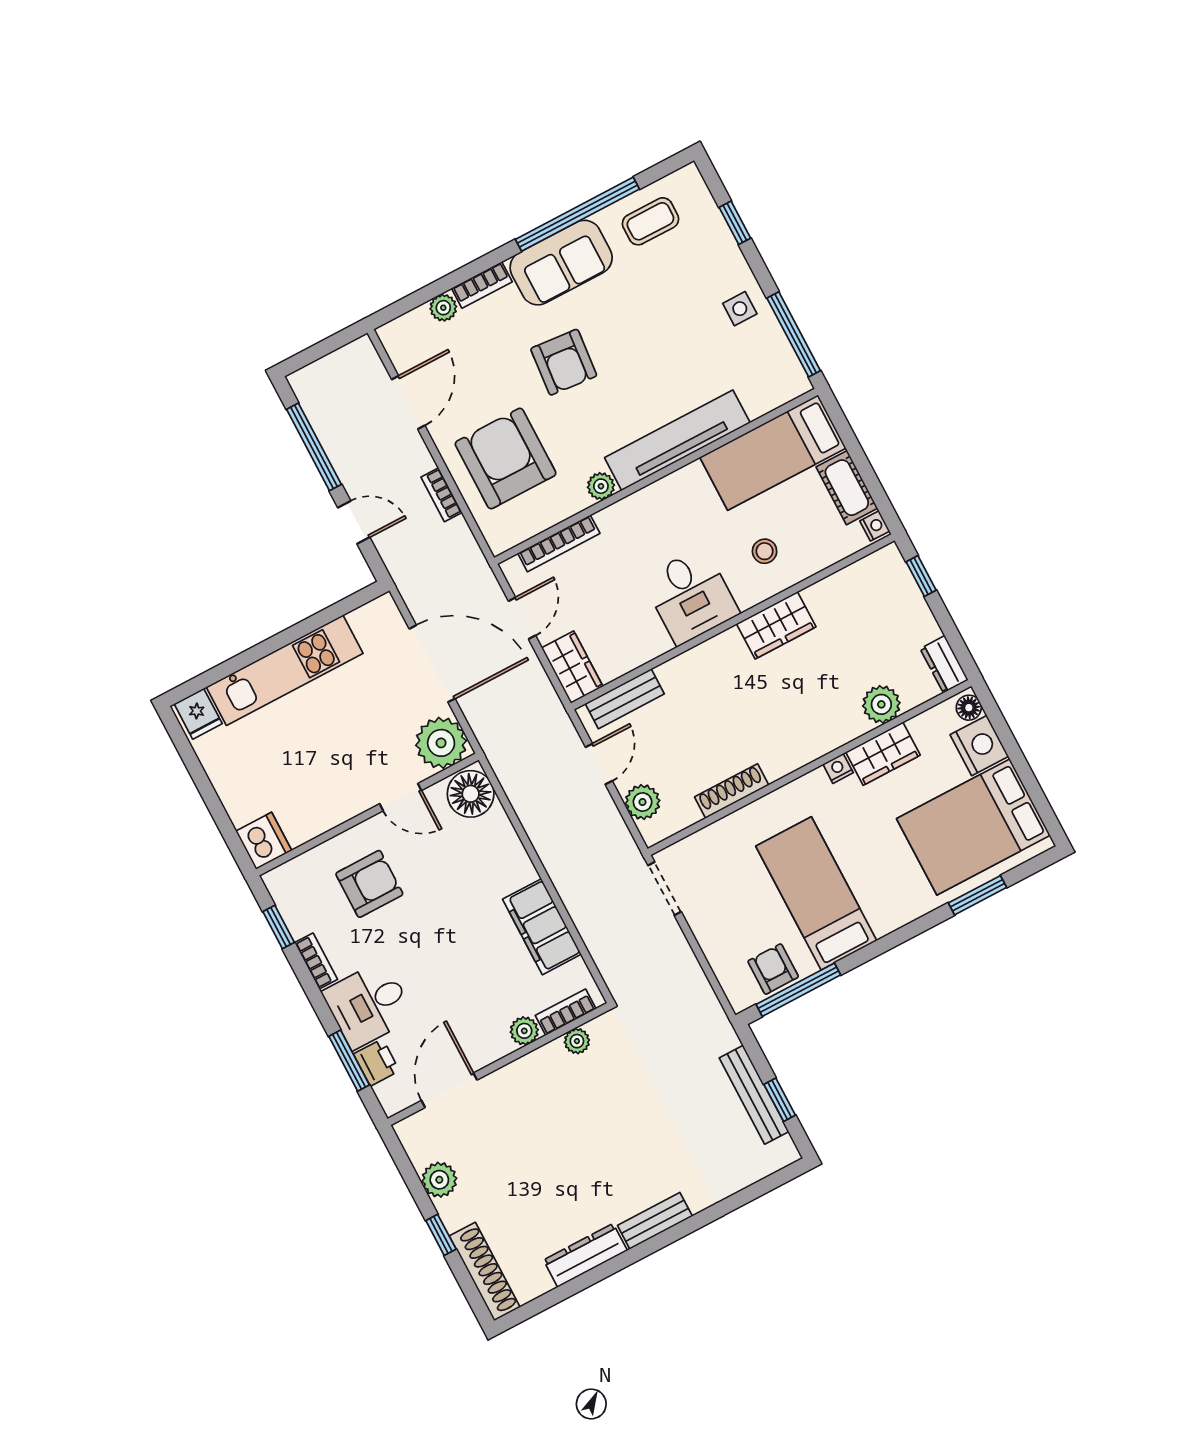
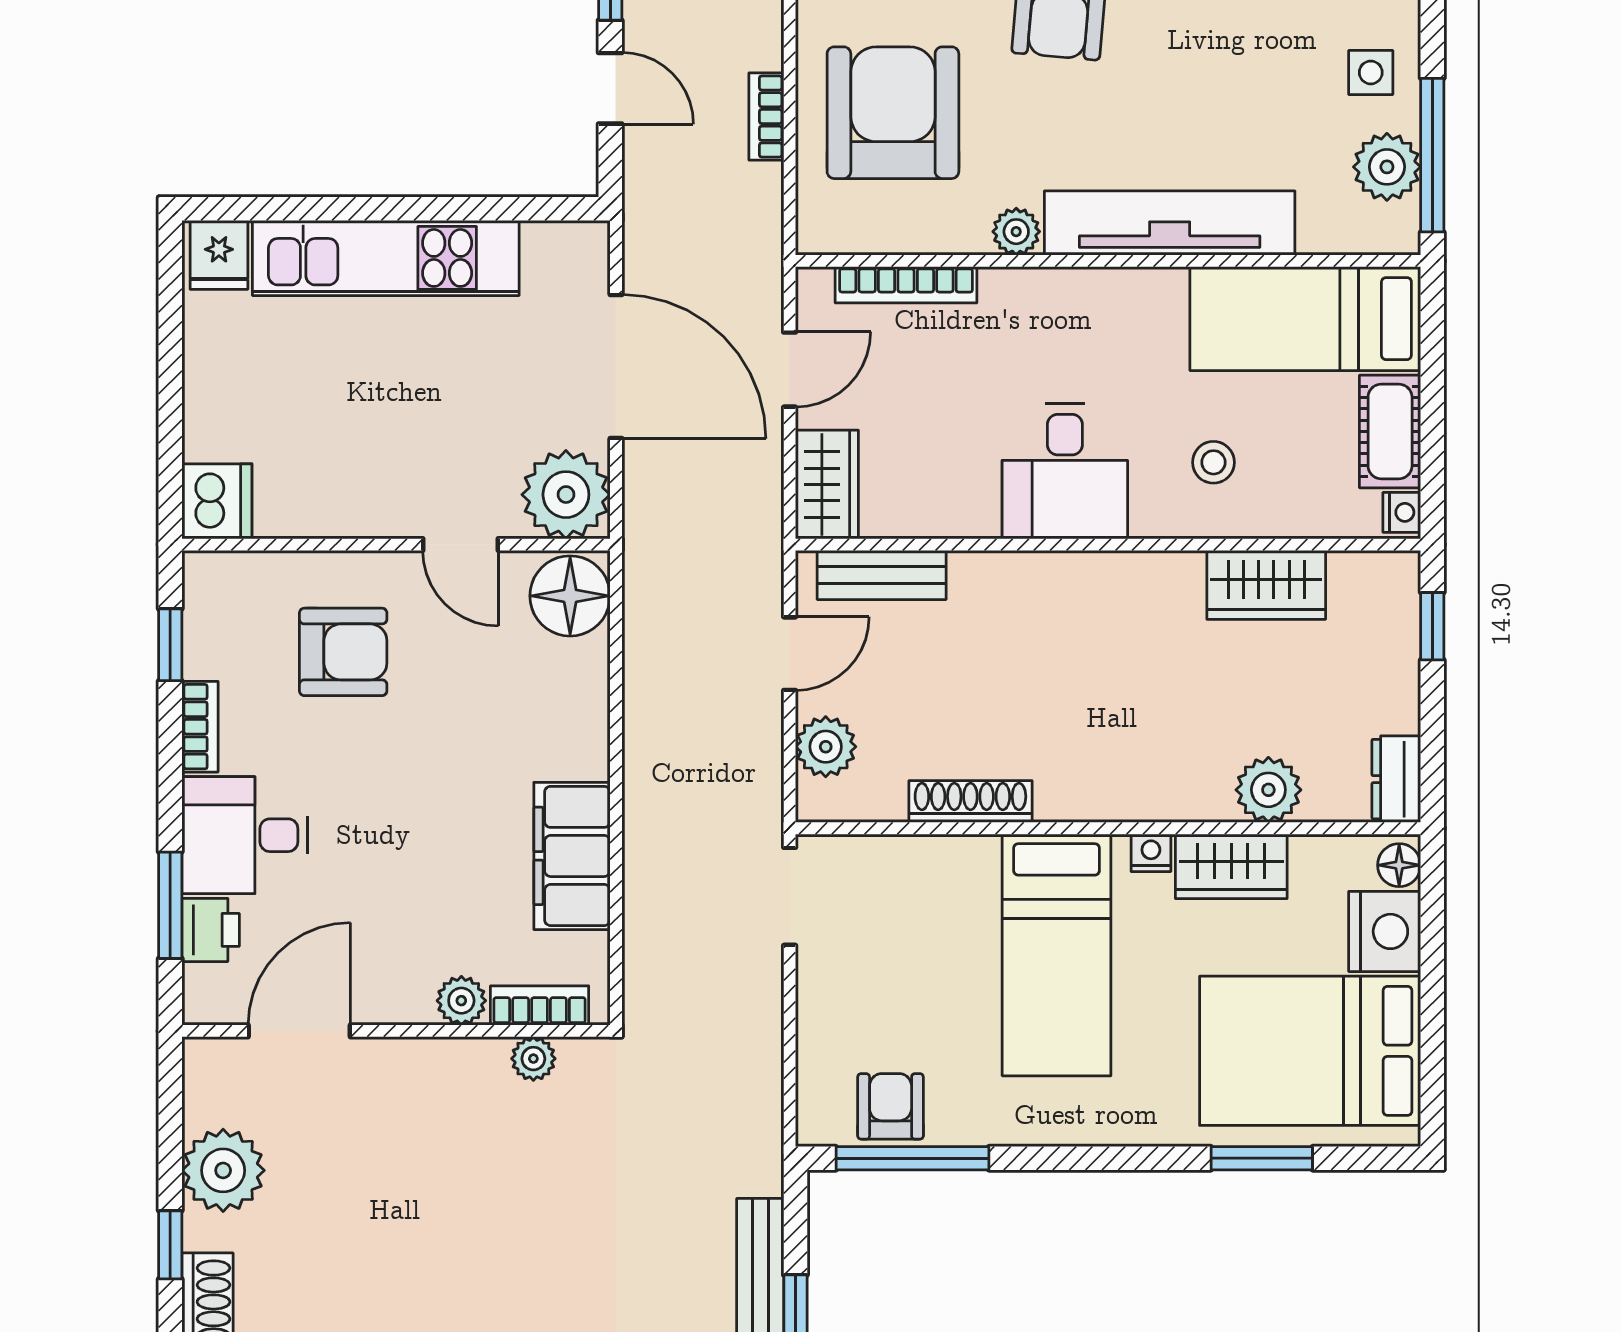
plant: (774, 353) -> (1387, 167), added
wardrobe: (776, 625) -> (1266, 585), moved
bed: (816, 893) -> (1057, 955), moved, turned 180
plant: (439, 1180) -> (223, 1170), width x1.36, depth x1.36

